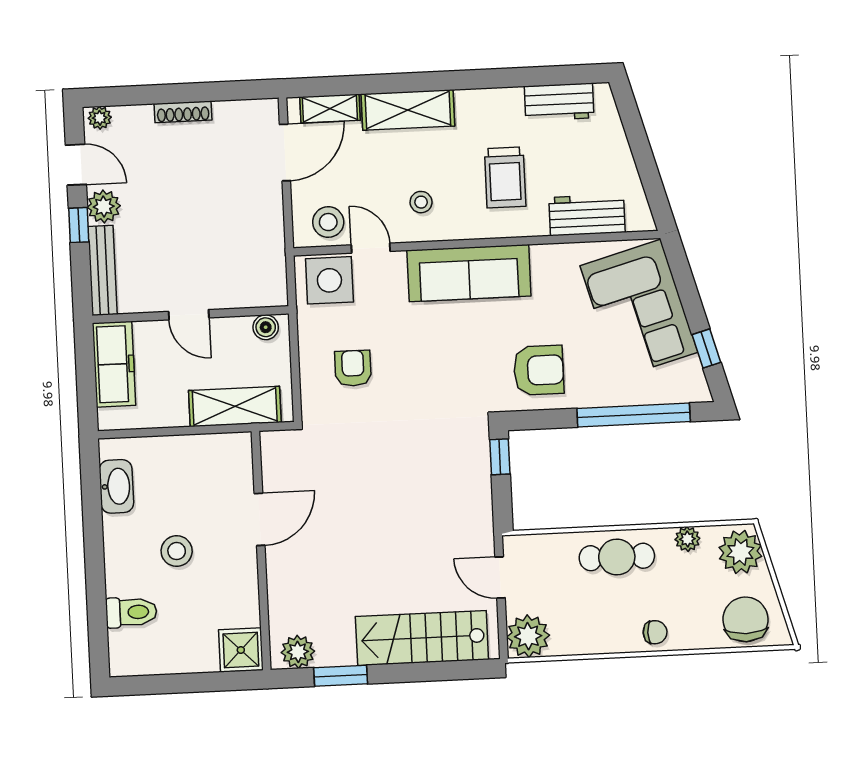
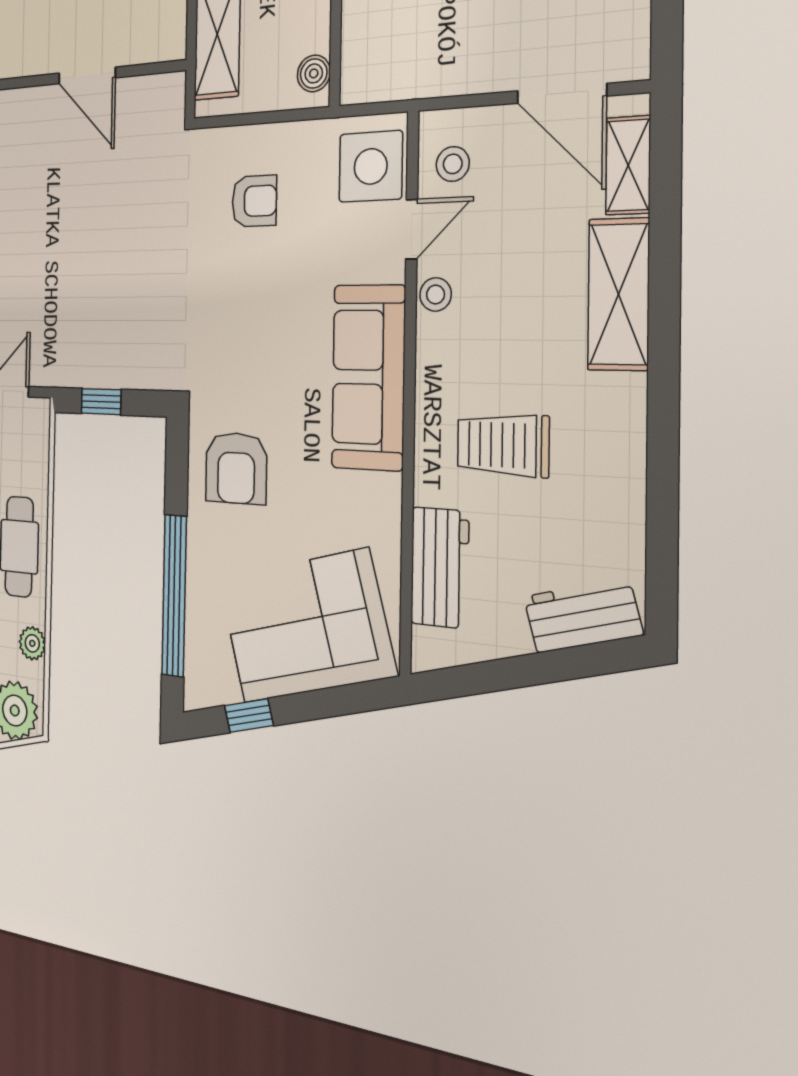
workbench: (559, 102) -> (583, 616), moved, turned 75
stool: (421, 202) -> (436, 294), moved
stool: (328, 222) -> (453, 164), width x0.73, depth x0.73
window: (500, 457) -> (101, 402), moved

